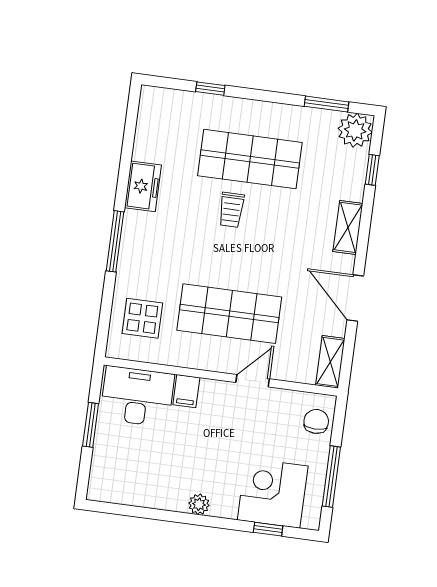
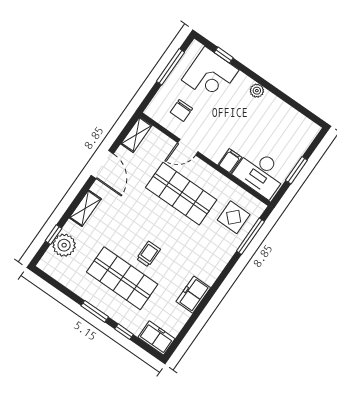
freezer: (162, 103) -> (156, 338), added
window: (326, 104) -> (95, 311), moved
plant: (355, 130) -> (64, 245), moved
window: (115, 241) -> (250, 236), moved
chair: (316, 421) -> (181, 110), moved

